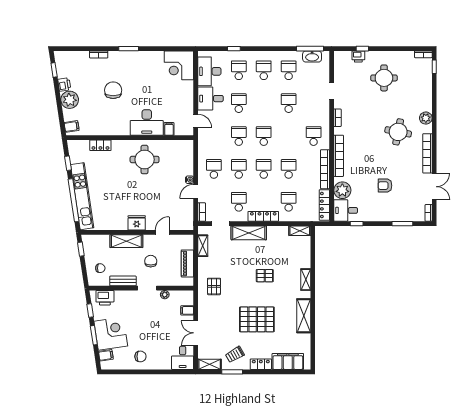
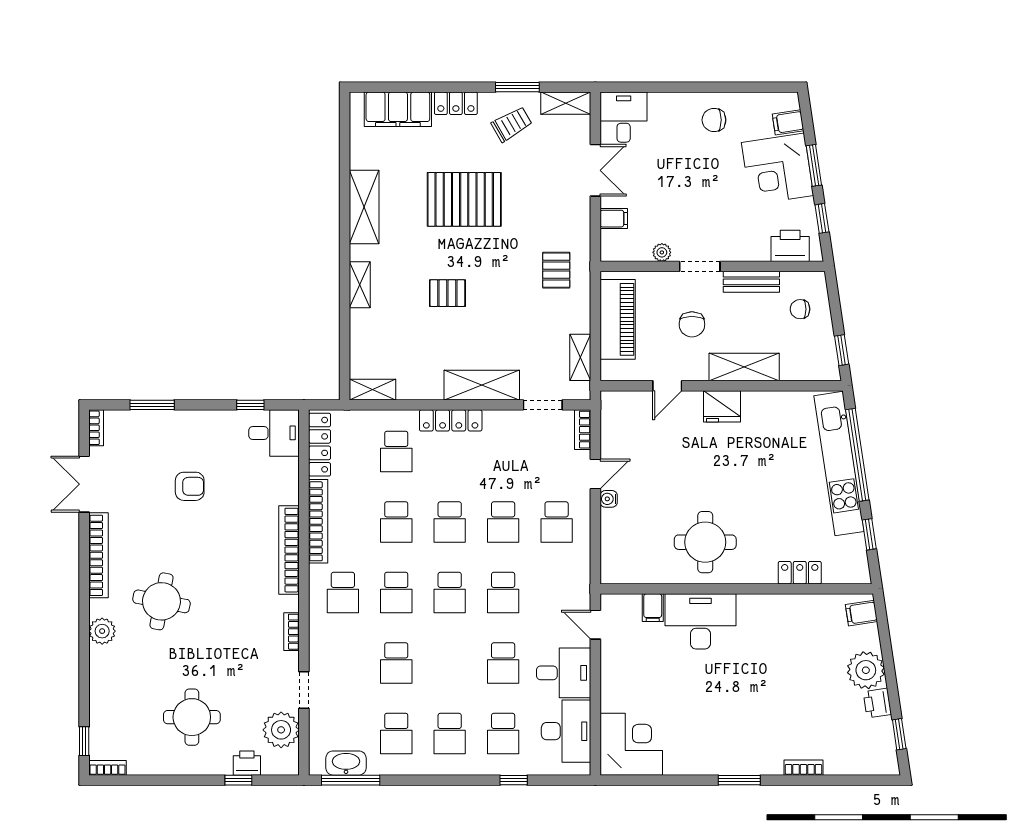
chair: (113, 90) -> (773, 691), removed
plant: (342, 190) -> (281, 730), moved
school desk: (239, 202) -> (396, 592), moved
piano: (187, 263) -> (618, 319), width x1.37, depth x1.33

